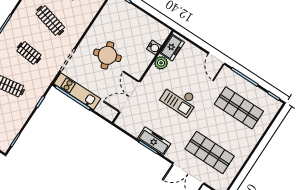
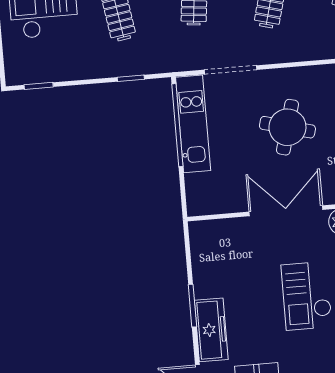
round table: (107, 55) -> (287, 127), turned 33
double door: (130, 97) -> (286, 211), moved
freezer: (154, 141) -> (211, 330), moved

